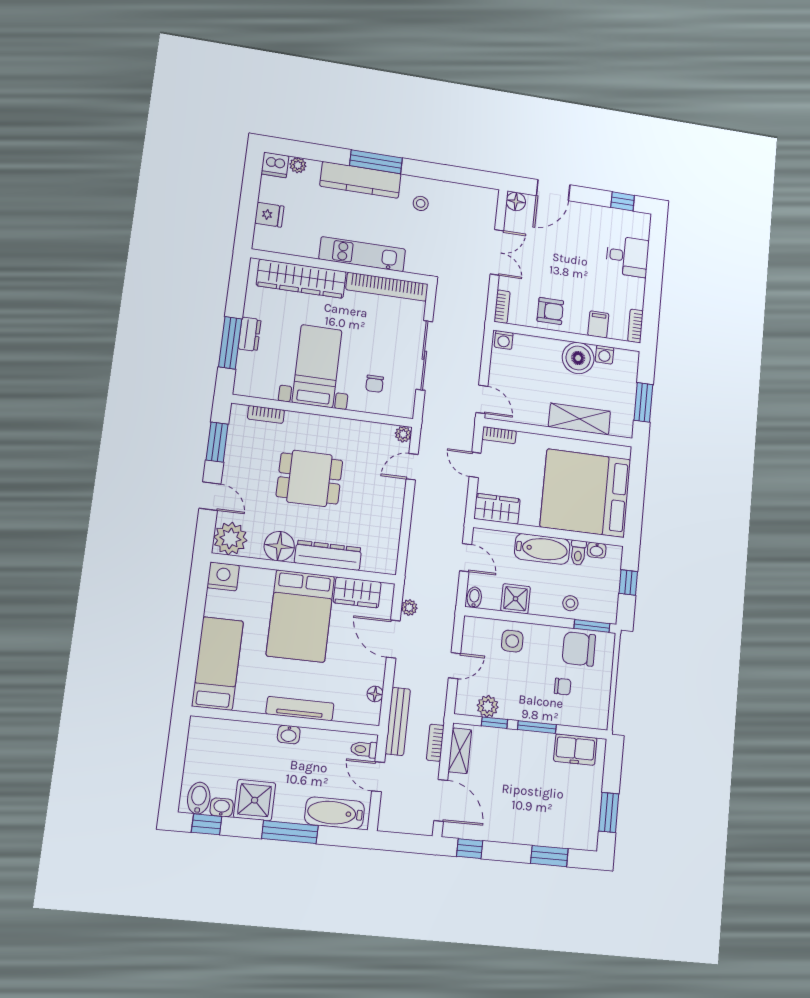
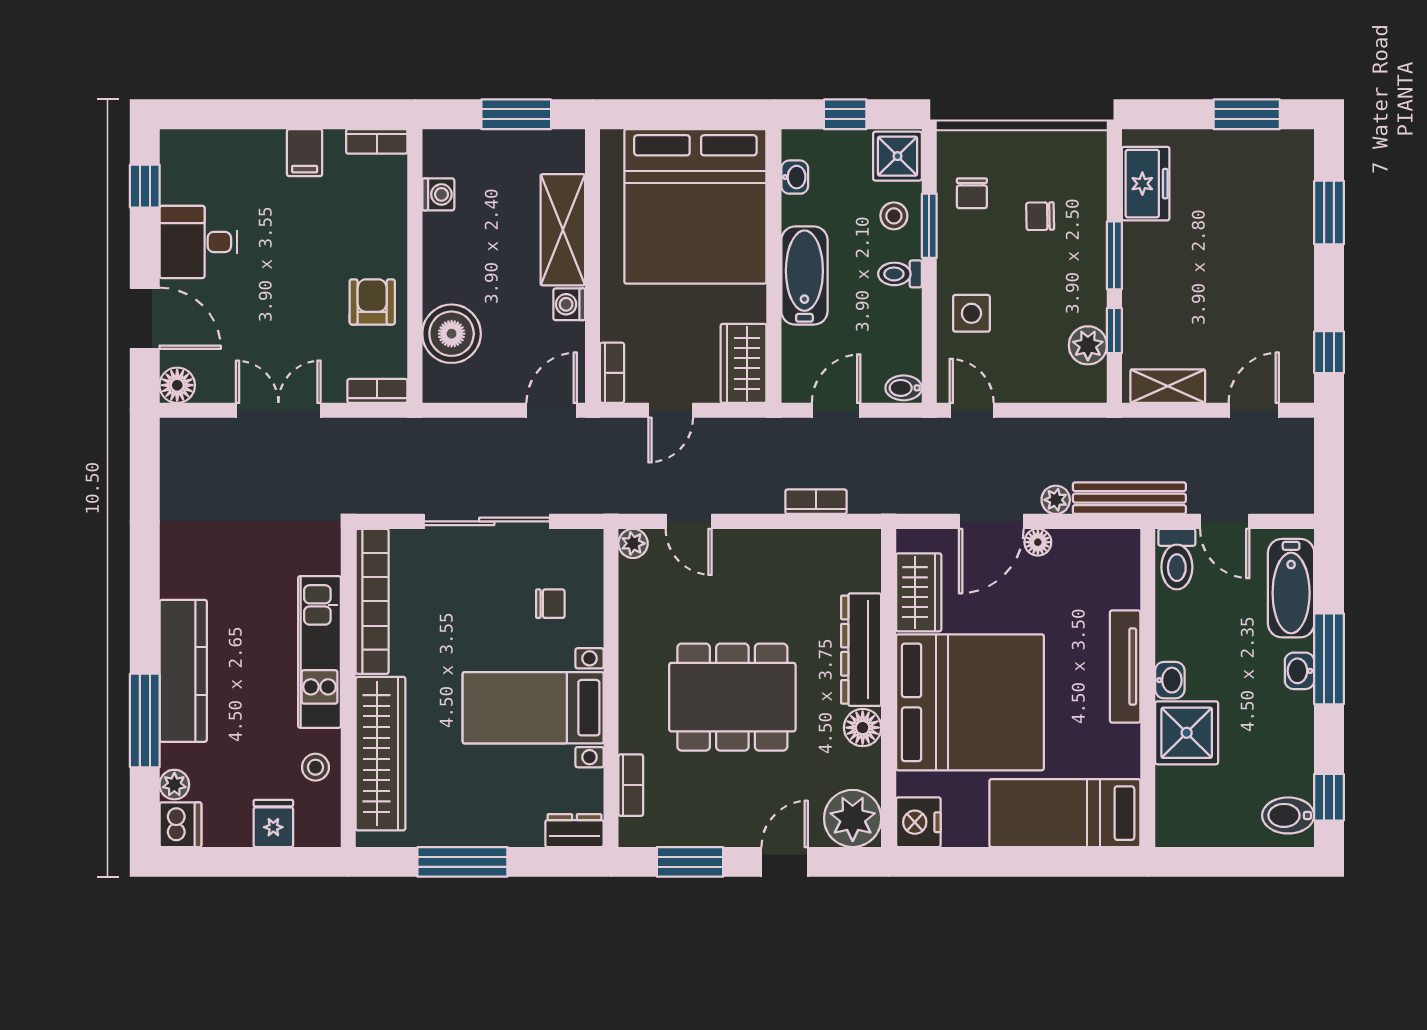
window: (376, 162) -> (145, 720), moved
stool: (421, 203) -> (315, 767), moved
desk: (627, 256) -> (198, 242), moved, turned -90
filing cabinet: (598, 324) -> (305, 153), moved, turned -90
dresser: (250, 334) -> (574, 831), moved
washing machine: (504, 340) -> (569, 304), moved, turned 180
window: (230, 343) -> (462, 862), moved
boiler: (578, 358) -> (452, 334), moved
dining table: (309, 478) -> (732, 697), width x1.38
floor lamp: (279, 546) -> (863, 728), width x0.73, depth x0.73
toilet: (578, 553) -> (900, 274), moved, turned 180
shower: (516, 599) -> (898, 156), moved
plant: (409, 608) -> (1056, 500), moved
bed: (300, 616) -> (970, 702), width x1.36
window: (592, 626) -> (929, 226), moved
chair: (579, 649) -> (972, 193), width x0.54, depth x0.54
door: (455, 666) -> (972, 410), moved
chair: (563, 687) -> (1040, 216), turned -91
floor lamp: (375, 694) -> (1038, 542), moved
bookcase: (435, 743) -> (816, 502), moved, turned 180
toilet: (364, 749) -> (1177, 559), width x1.37, depth x1.39
door: (378, 777) -> (1225, 521), hinge flipped
shower: (255, 800) -> (1187, 733), moved
door: (441, 800) -> (1254, 410), width x0.73
washbasin: (222, 807) -> (1300, 671), moved

